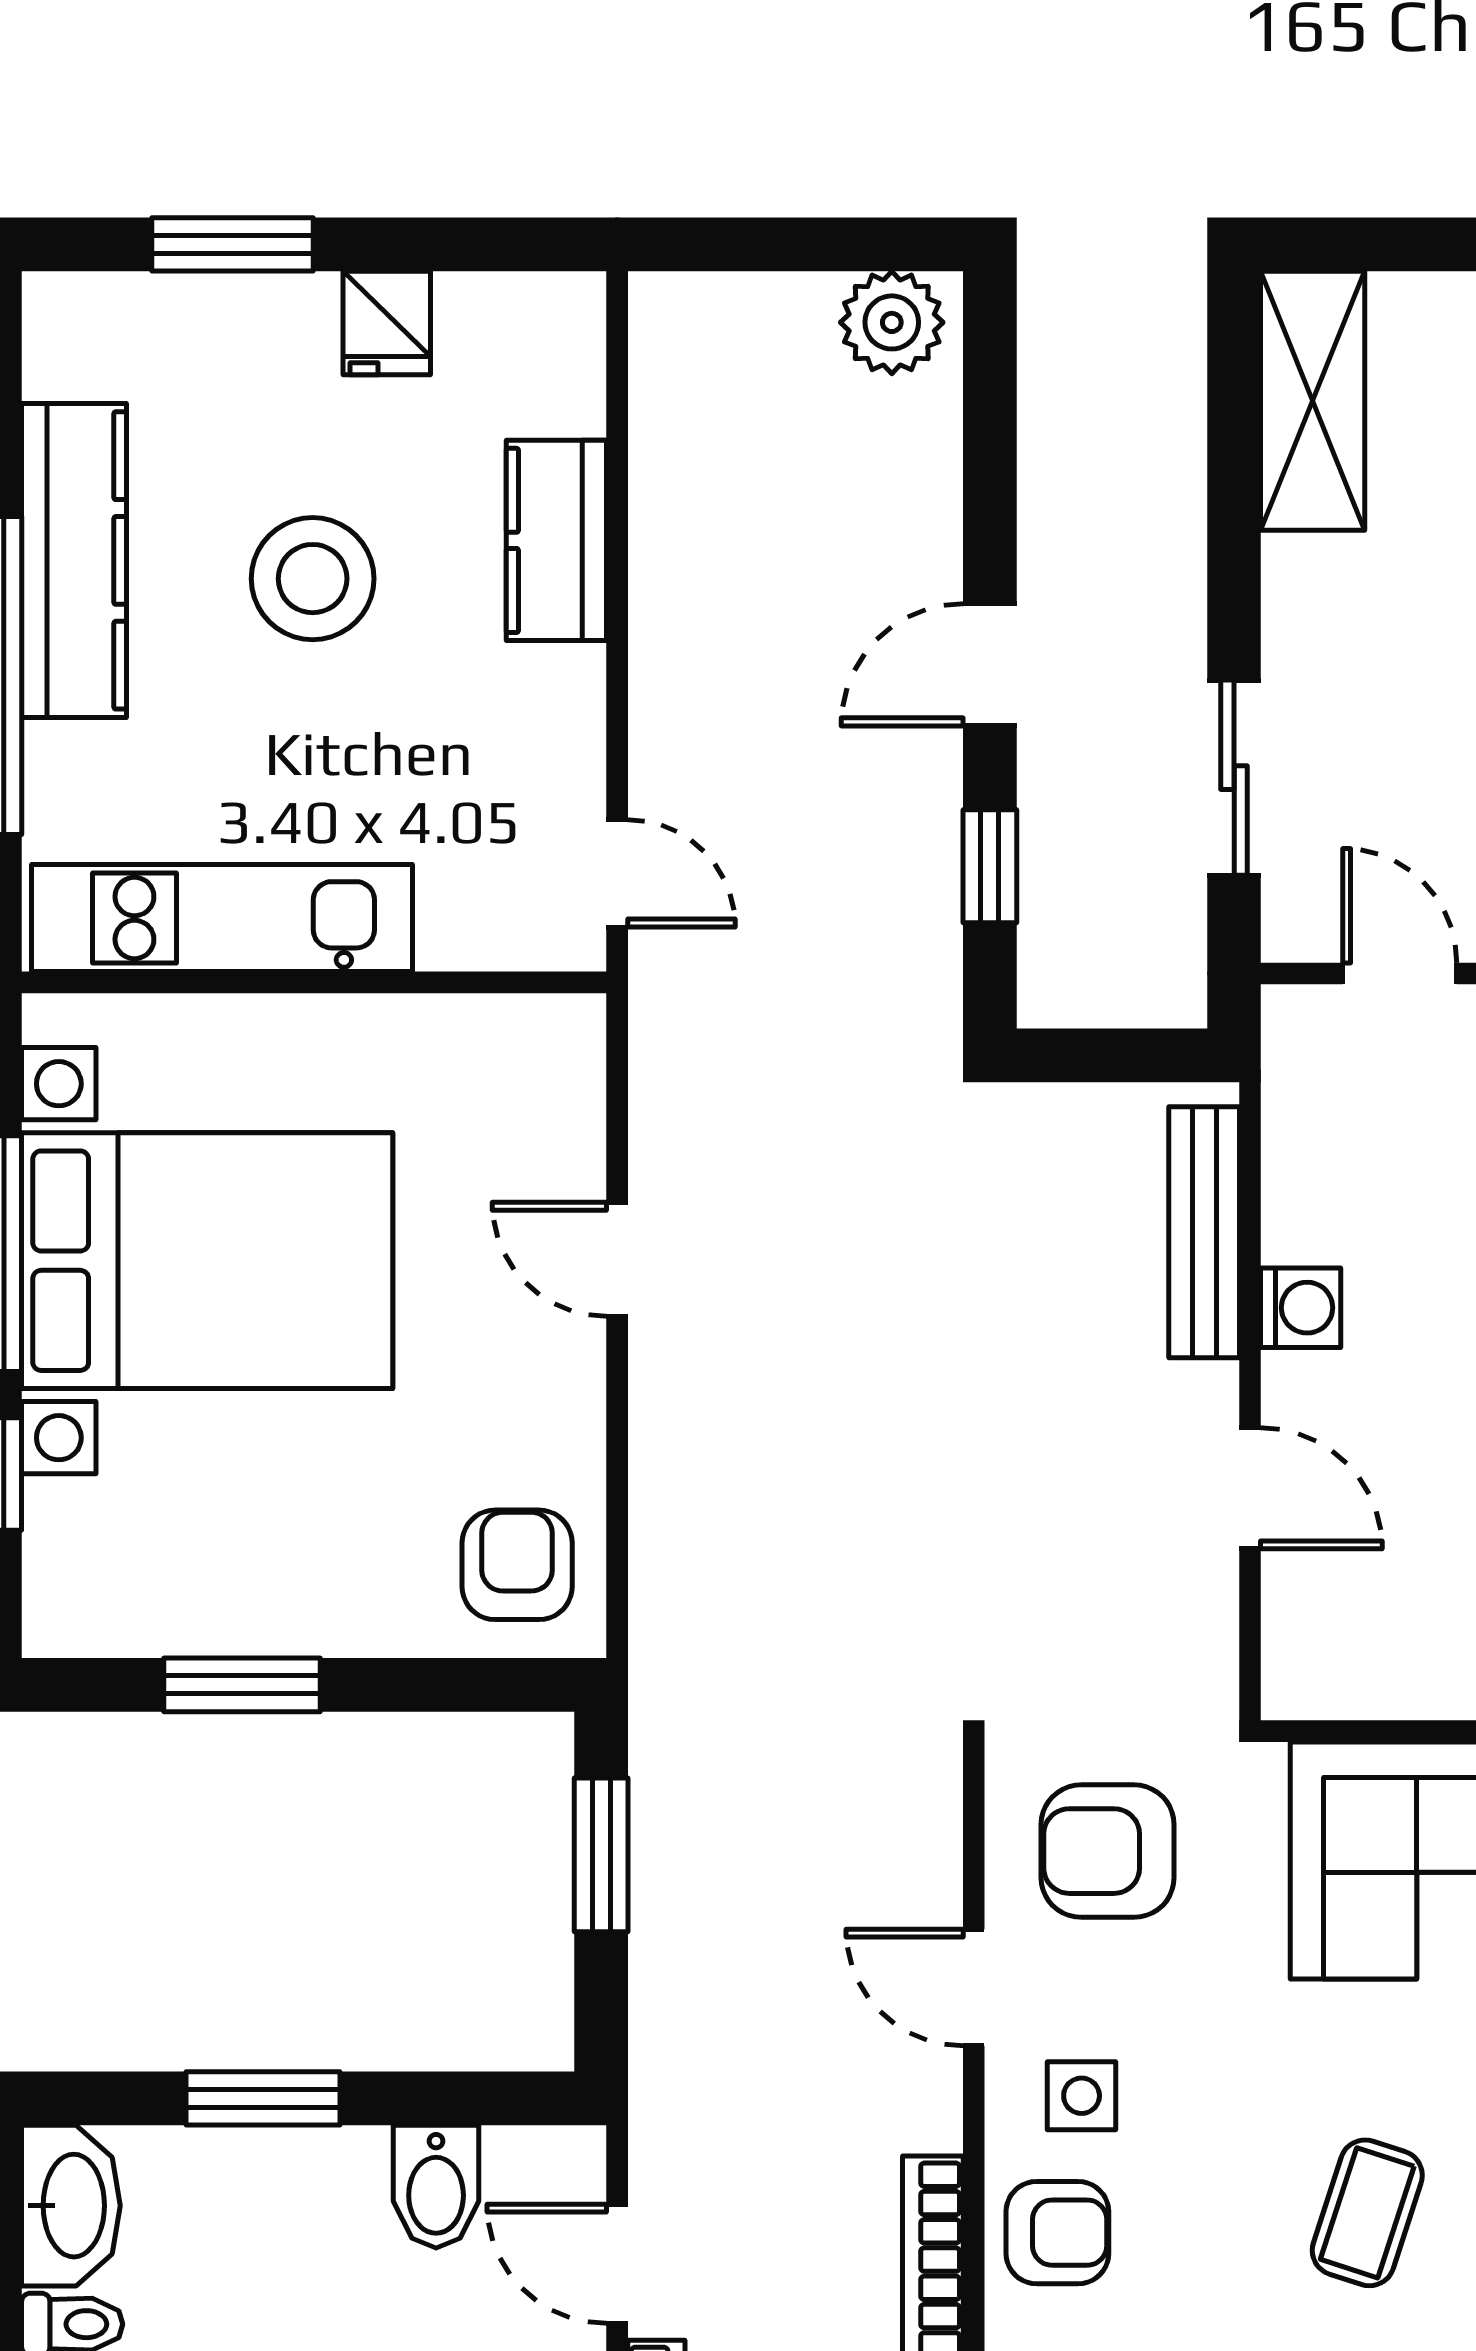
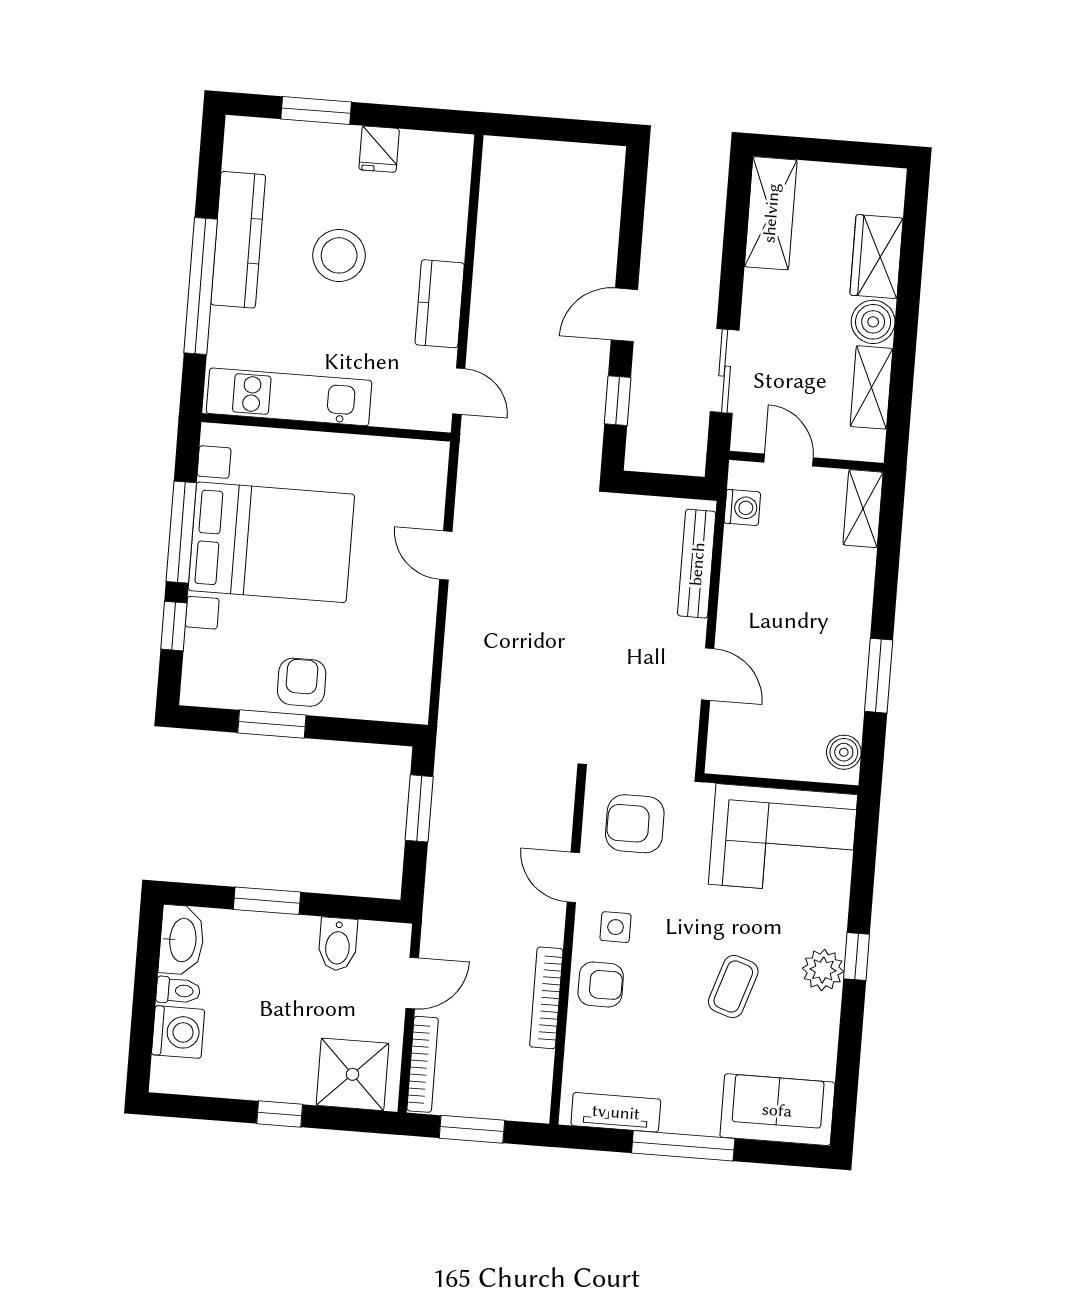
plant: (892, 322) -> (594, 166), removed
kitchen counter: (556, 540) -> (440, 304), moved
washing machine: (1301, 1308) -> (742, 508), moved
armchair: (517, 1565) -> (302, 682), moved
door: (617, 2264) -> (412, 983), swing flipped

